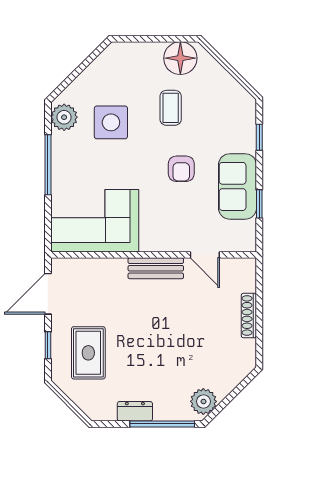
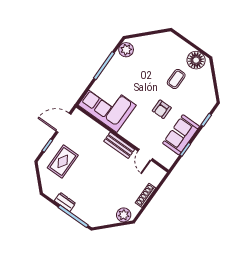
side table: (111, 122) -> (145, 67), removed
plant: (203, 401) -> (124, 215), moved

